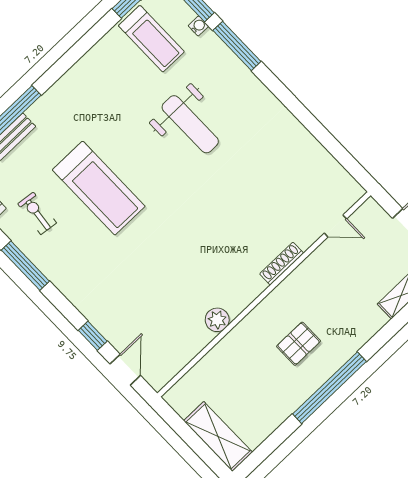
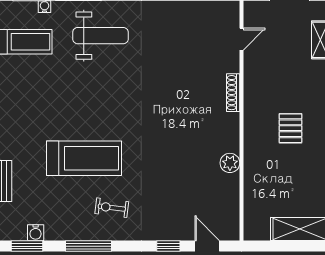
weight bench: (190, 124) -> (100, 36), moved
exercise bike: (37, 213) -> (112, 208), moved

